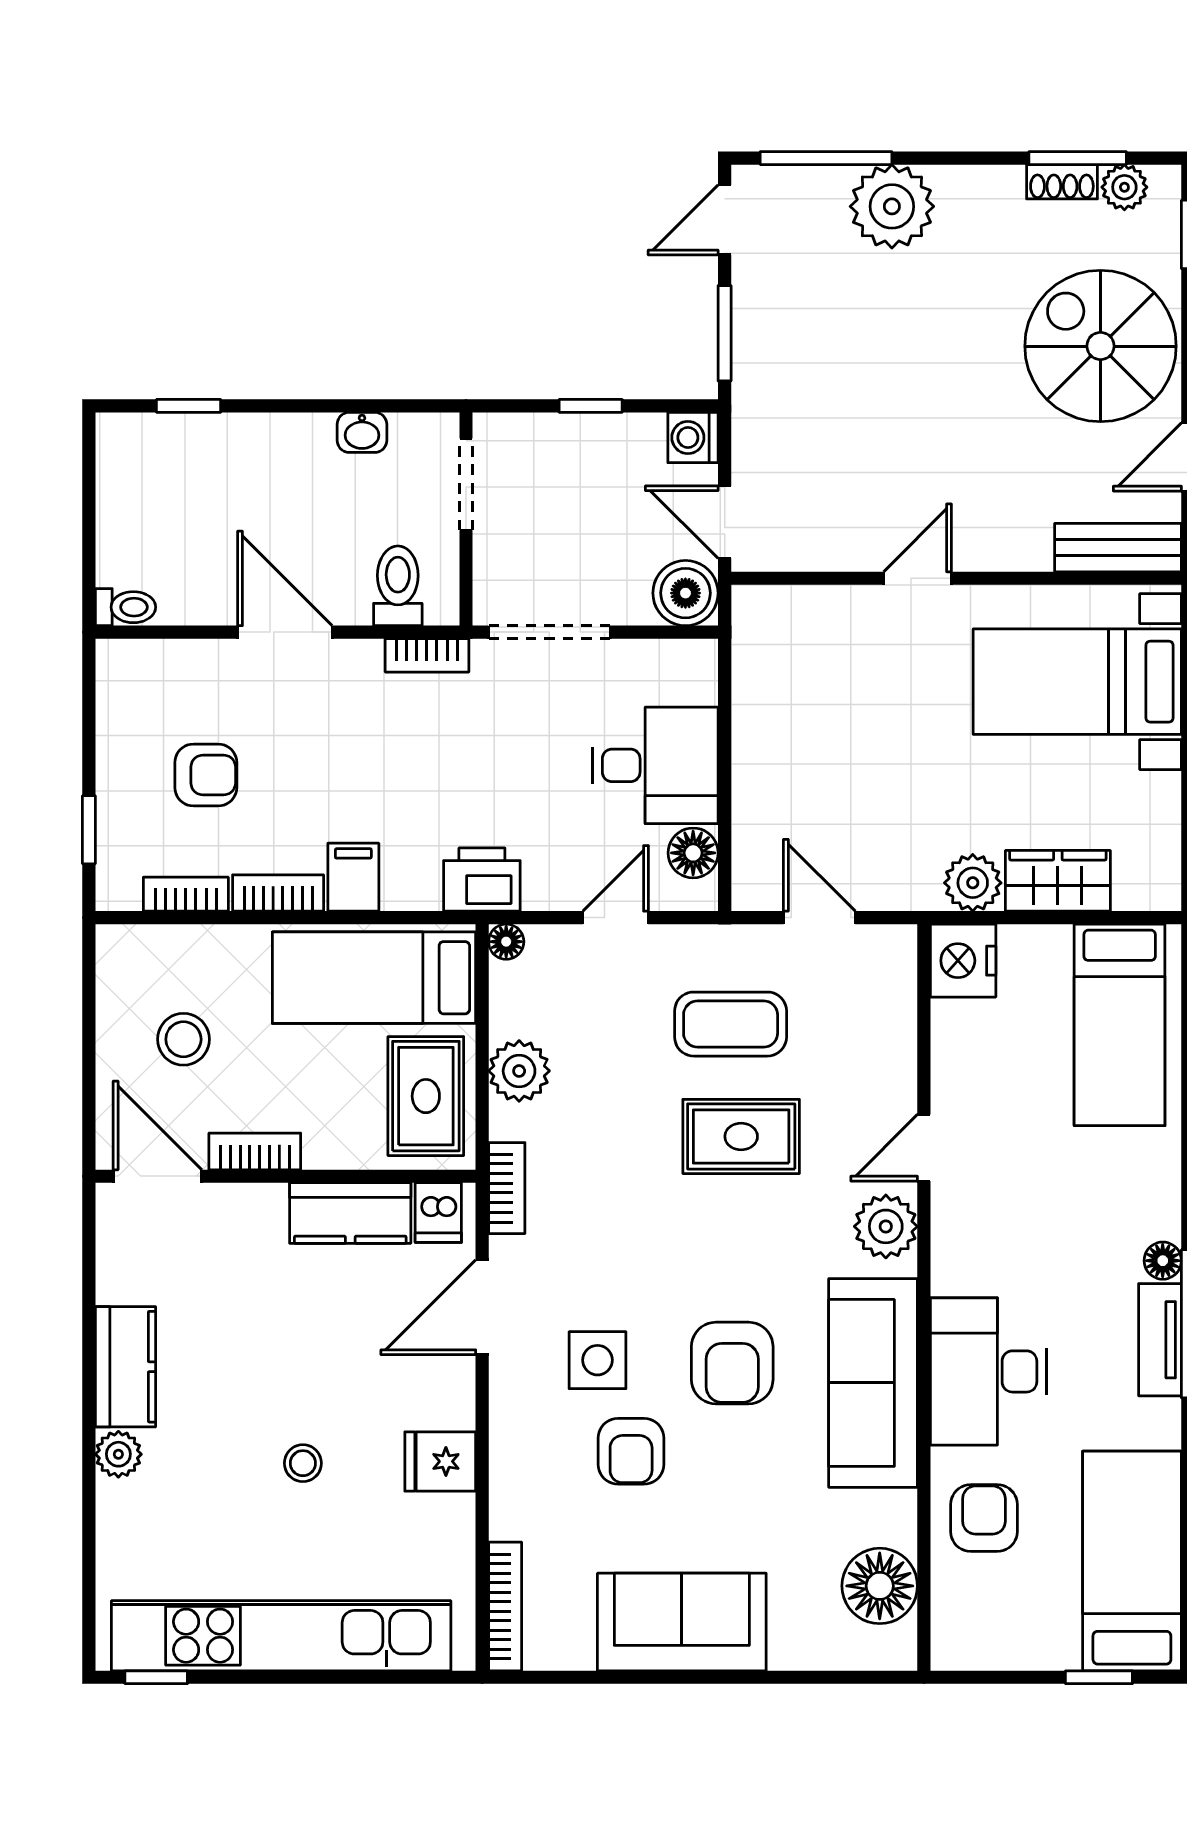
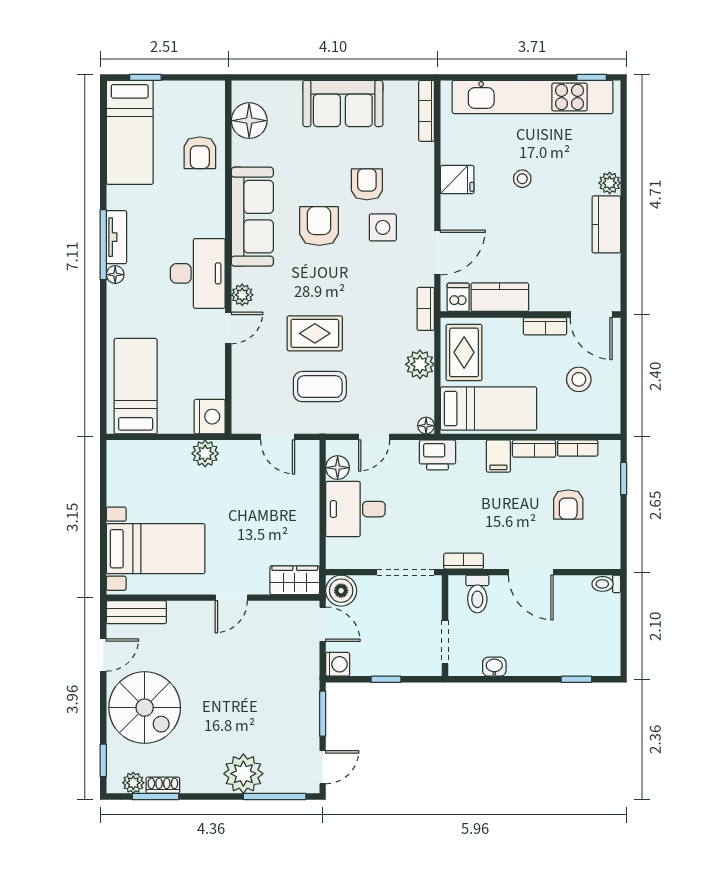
armchair: (206, 775) -> (568, 504), turned -90
wardrobe: (1058, 881) -> (295, 580), moved, turned 180
plant: (886, 1226) -> (242, 295), width x0.73, depth x0.73
desk: (988, 1371) -> (198, 273), moved

